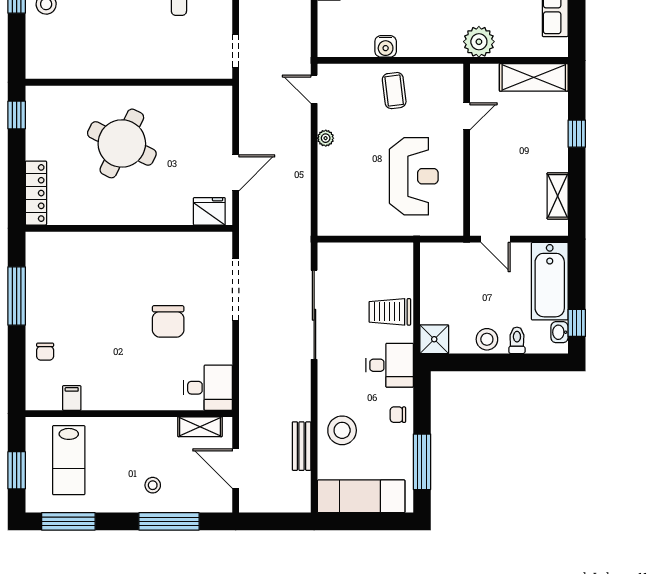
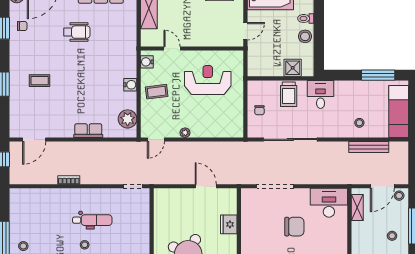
plant: (479, 42) -> (128, 119), moved
water cooler: (386, 46) -> (130, 85), moved
water cooler: (444, 74) -> (147, 62), added
fridge: (209, 211) -> (229, 224), moved
shower: (434, 339) -> (293, 68), moved
desk: (208, 388) -> (329, 203), width x1.37
chair: (398, 415) -> (259, 110), moved
stool: (342, 430) -> (359, 123), width x0.53, depth x0.53
bench: (302, 446) -> (369, 147), width x1.36
stool: (220, 497) -> (399, 196), added

